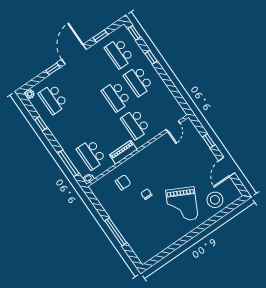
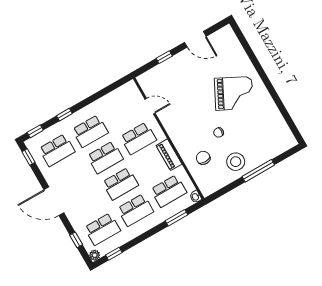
window: (101, 36) -> (28, 157), moved
window: (53, 69) -> (76, 240), moved
school desk: (94, 111) -> (120, 184), added
window: (41, 124) -> (114, 254), moved
door: (173, 126) -> (150, 106), moved
school desk: (72, 127) -> (135, 210), added
window: (68, 163) -> (176, 218), width x0.69
stool: (215, 200) -> (236, 162), moved

